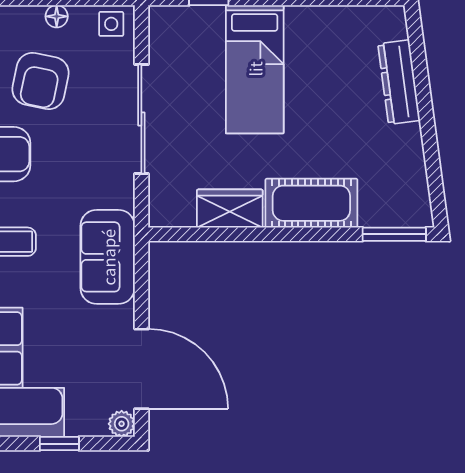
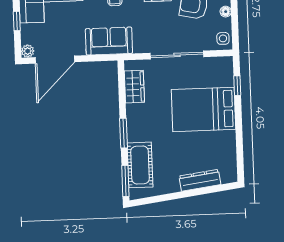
bed: (255, 69) -> (203, 109), width x1.50
cot: (311, 203) -> (140, 165), moved
wardrobe: (230, 209) -> (134, 87), moved
window: (297, 234) -> (124, 133), added

